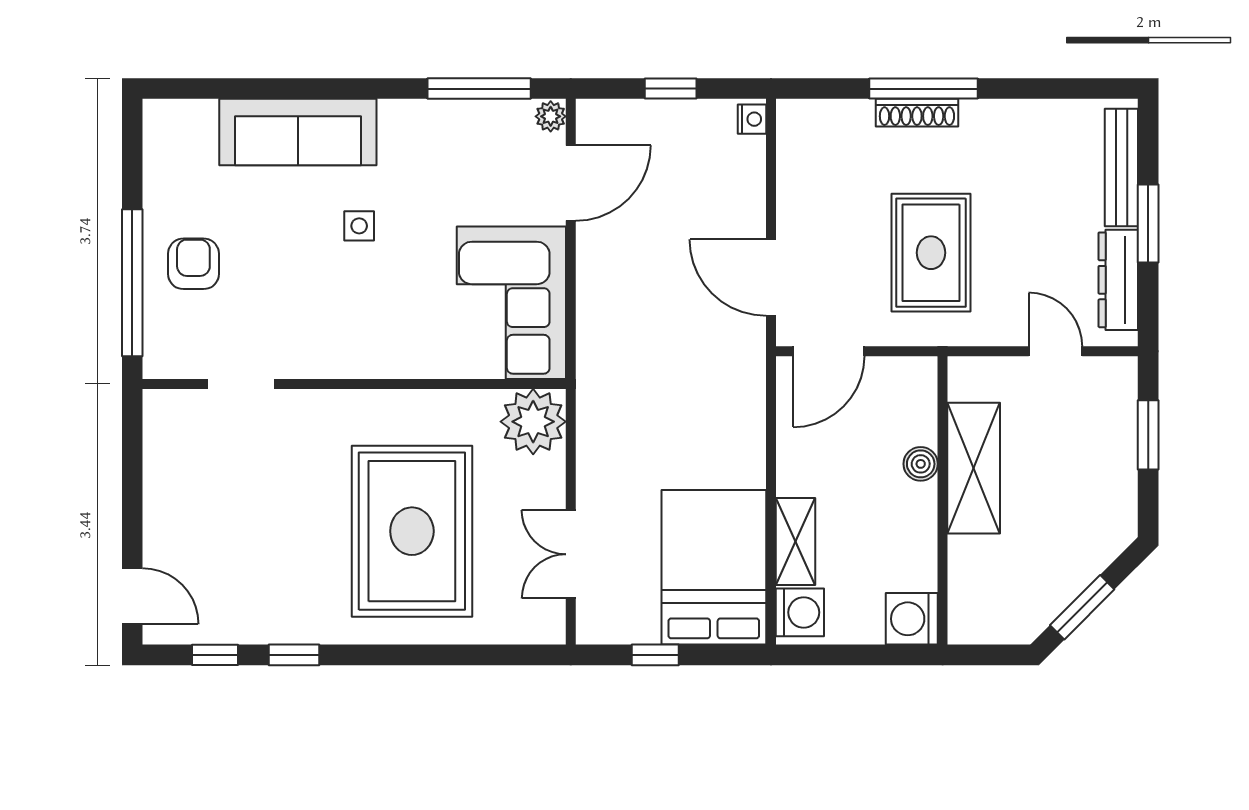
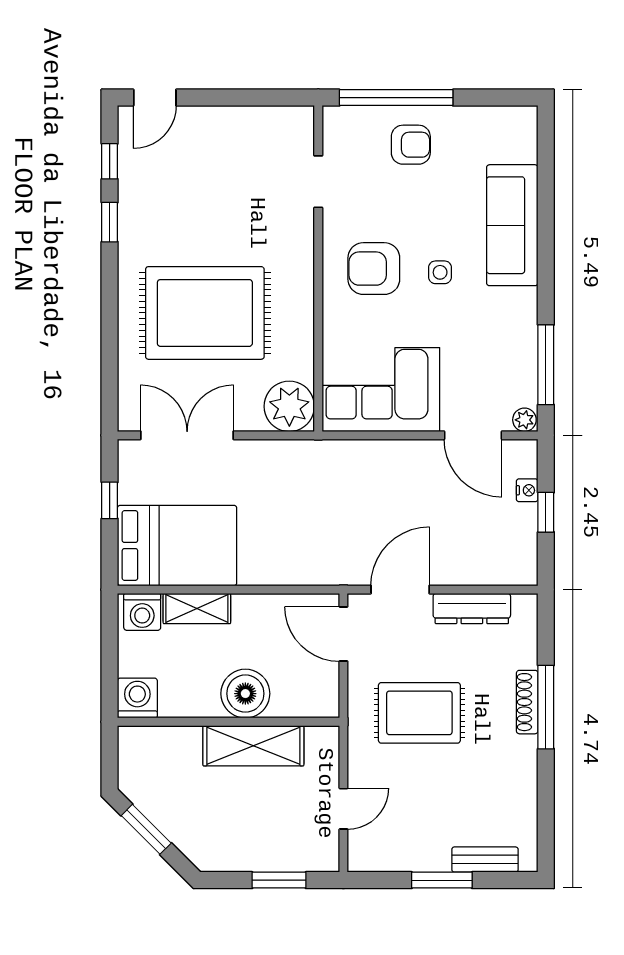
nightstand: (752, 119) -> (527, 490), moved, turned -90
bench: (1121, 168) -> (485, 860), width x0.73
dresser: (1118, 280) -> (472, 608), moved, turned 180
armchair: (354, 312) -> (374, 269), added
boiler: (921, 464) -> (245, 694), width x1.86, depth x1.86
double door: (571, 554) -> (187, 435), width x1.37

